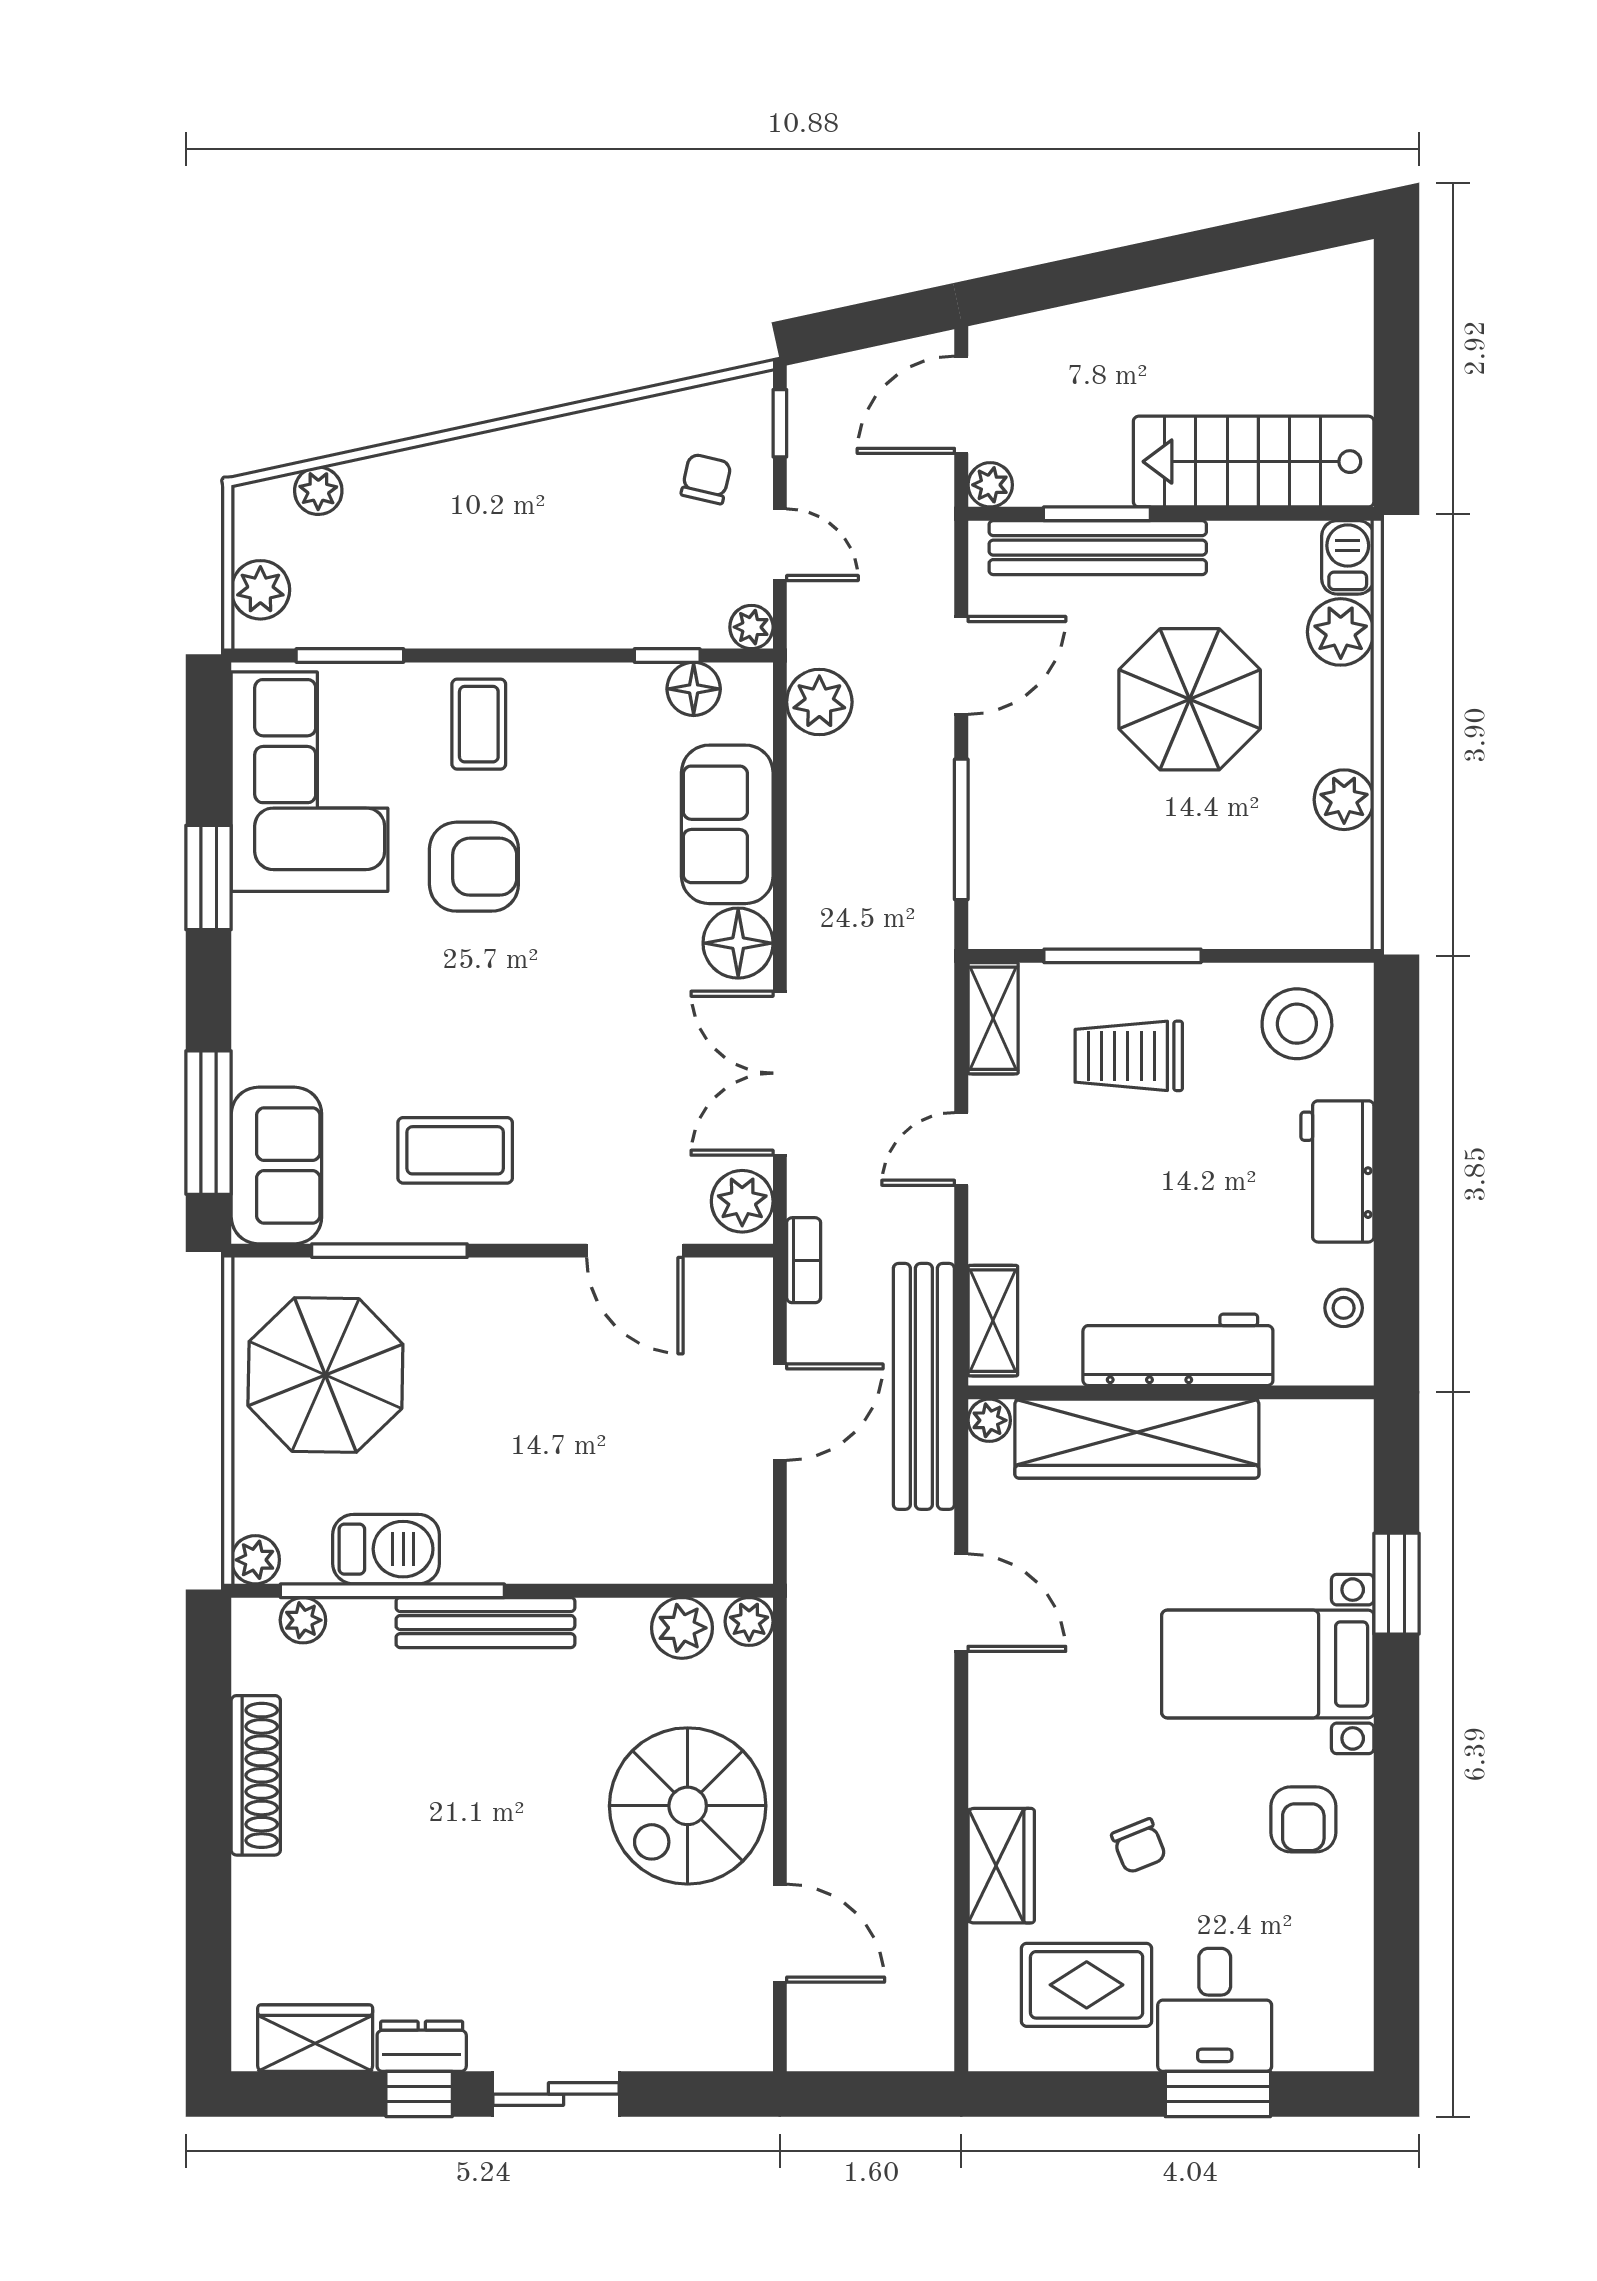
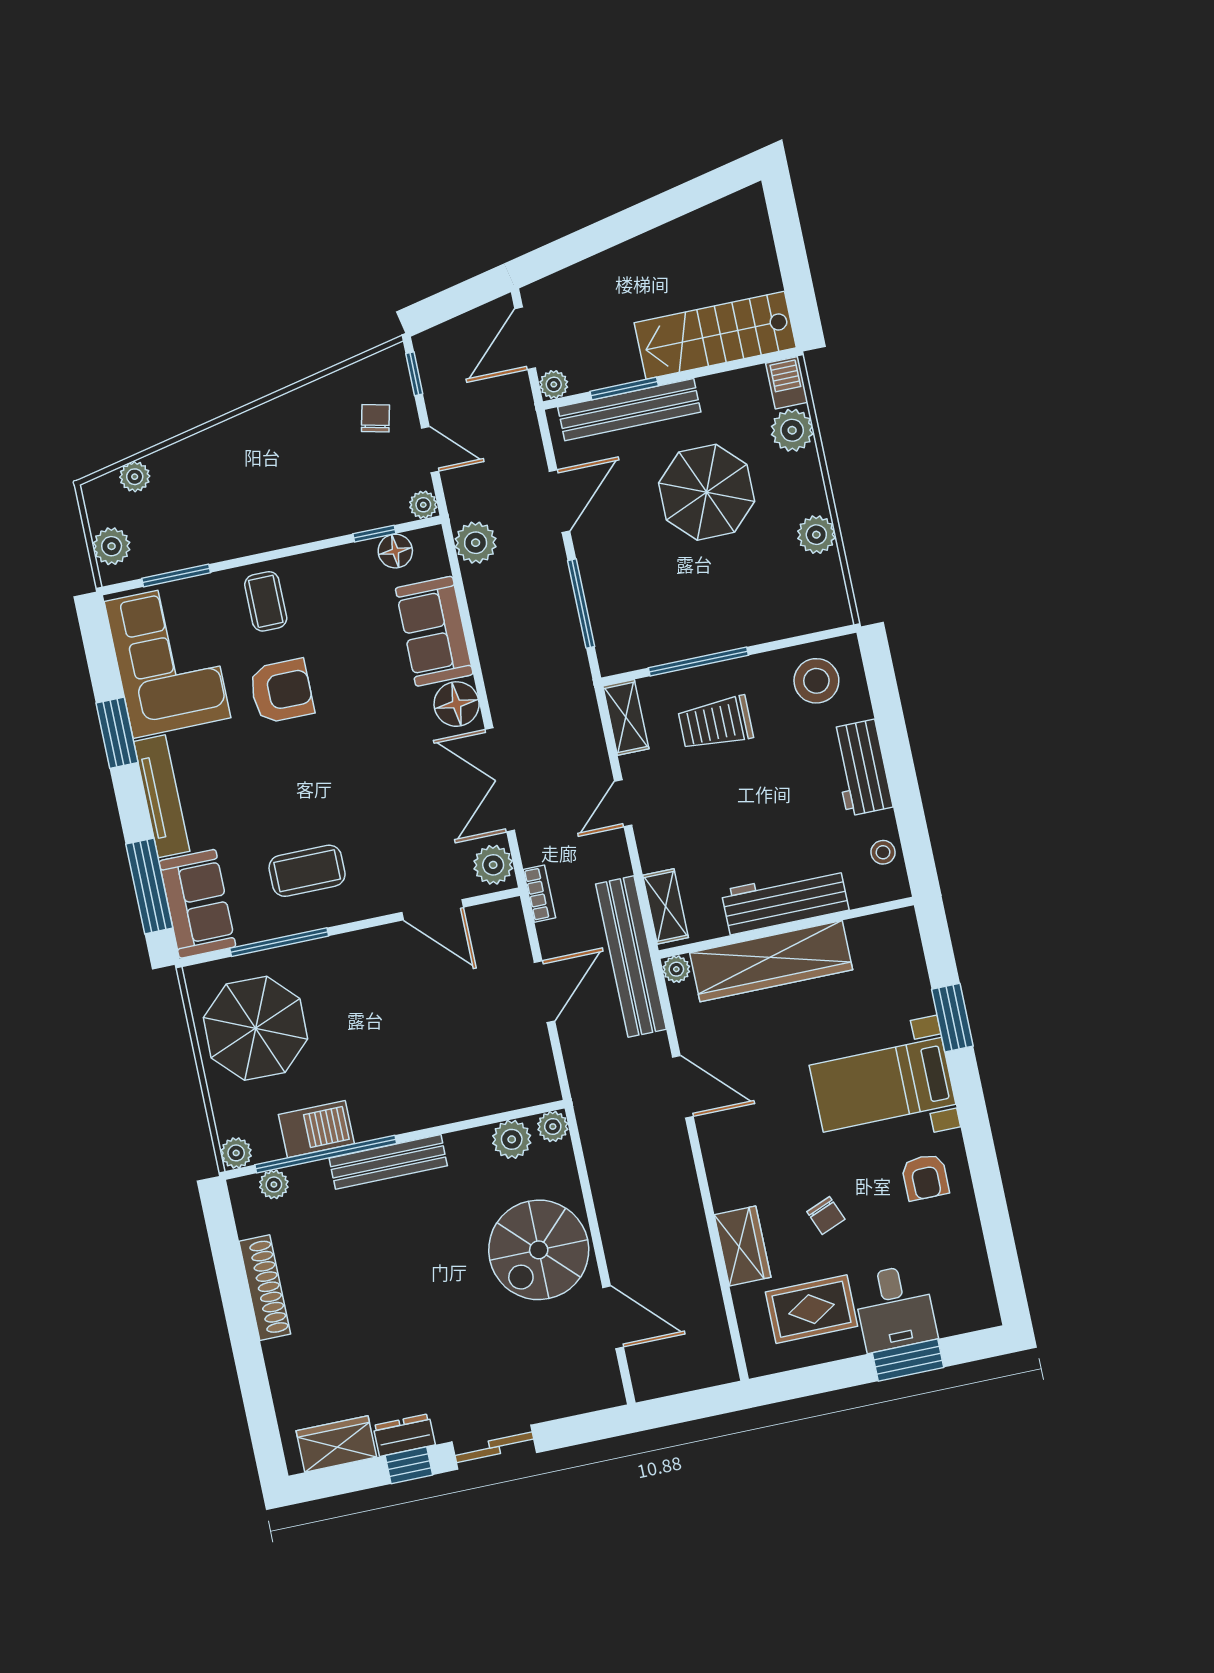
tv unit: (256, 989) -> (162, 796), added

